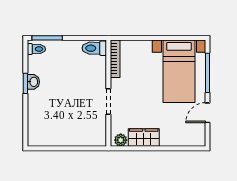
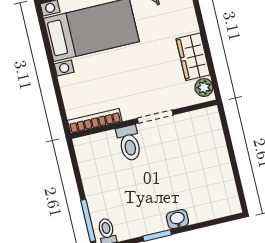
toilet: (94, 48) -> (129, 143), moved
washbasin: (33, 82) -> (177, 219), moved

